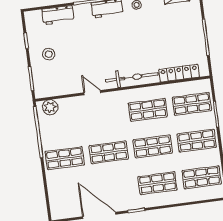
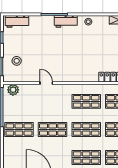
workbench: (58, 15) -> (17, 21), moved
stool: (49, 54) -> (17, 61), moved
bicycle: (132, 77) -> (77, 76), removed

